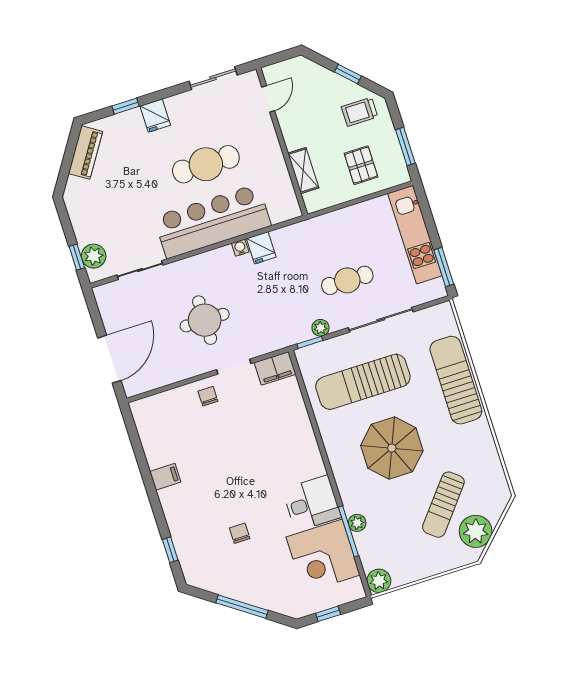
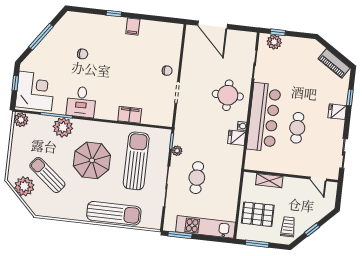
cafe table: (206, 164) -> (297, 128), width x0.73, depth x0.74
pallet: (361, 165) -> (258, 214), width x1.50, depth x1.42
round table: (205, 320) -> (228, 95), moved
filing cabinet: (275, 368) -> (130, 115), moved, turned 90
plant: (357, 523) -> (63, 127), width x1.88, depth x1.88
window: (170, 550) -> (114, 14), moved
corner desk: (323, 556) -> (35, 91), moved, turned 90

